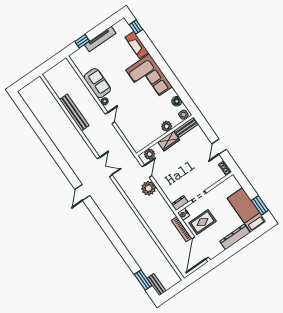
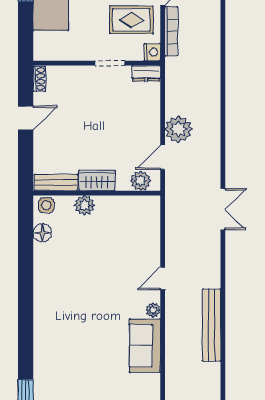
fireplace: (137, 45) -> (43, 362), removed
corner sofa: (149, 78) -> (60, 298), removed
double door: (105, 167) -> (223, 209), swing flipped

